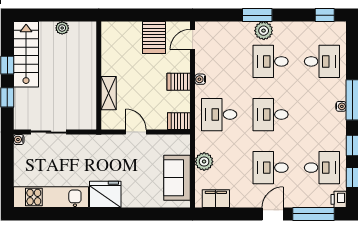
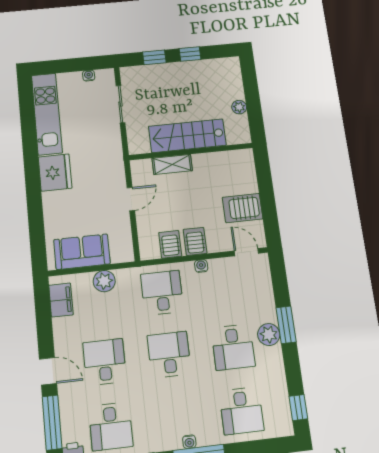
stairs: (26, 54) -> (187, 136), moved, turned 180
desk: (271, 61) -> (233, 347), turned 180
server rack: (179, 121) -> (170, 244), moved
water cooler: (19, 140) -> (89, 76), moved

